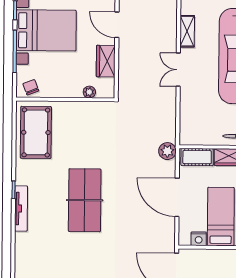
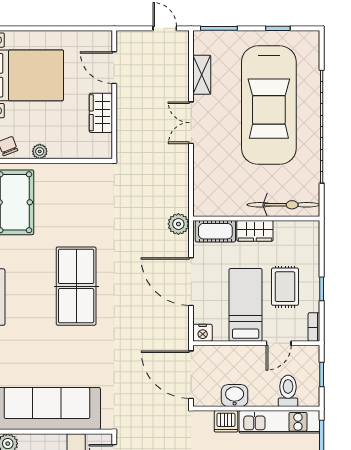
plant: (89, 92) -> (40, 151), moved
nightstand: (199, 239) -> (203, 333), moved

